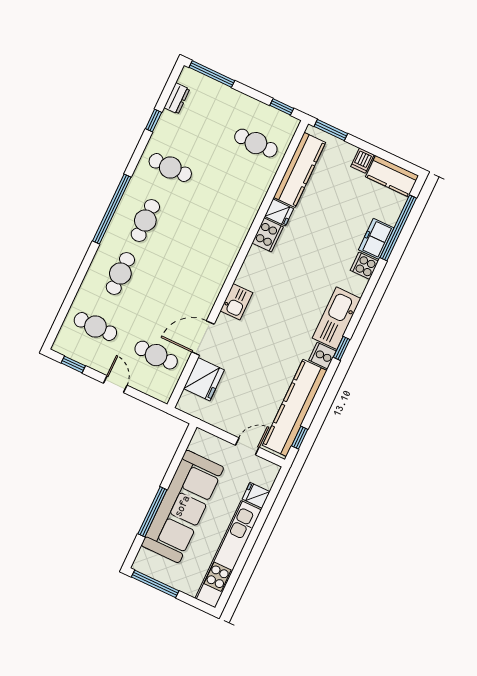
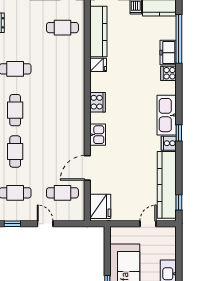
cooker: (268, 235) -> (98, 102), moved
fridge: (204, 379) -> (100, 206), moved
fridge: (256, 495) -> (168, 252), removed

